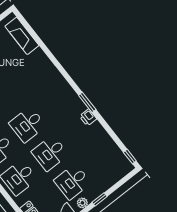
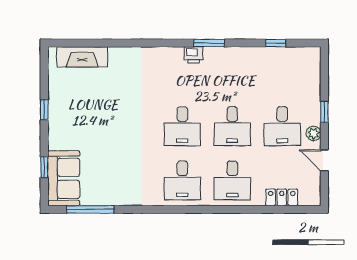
printer: (88, 117) -> (194, 55), moved
window: (130, 157) -> (276, 43), moved

